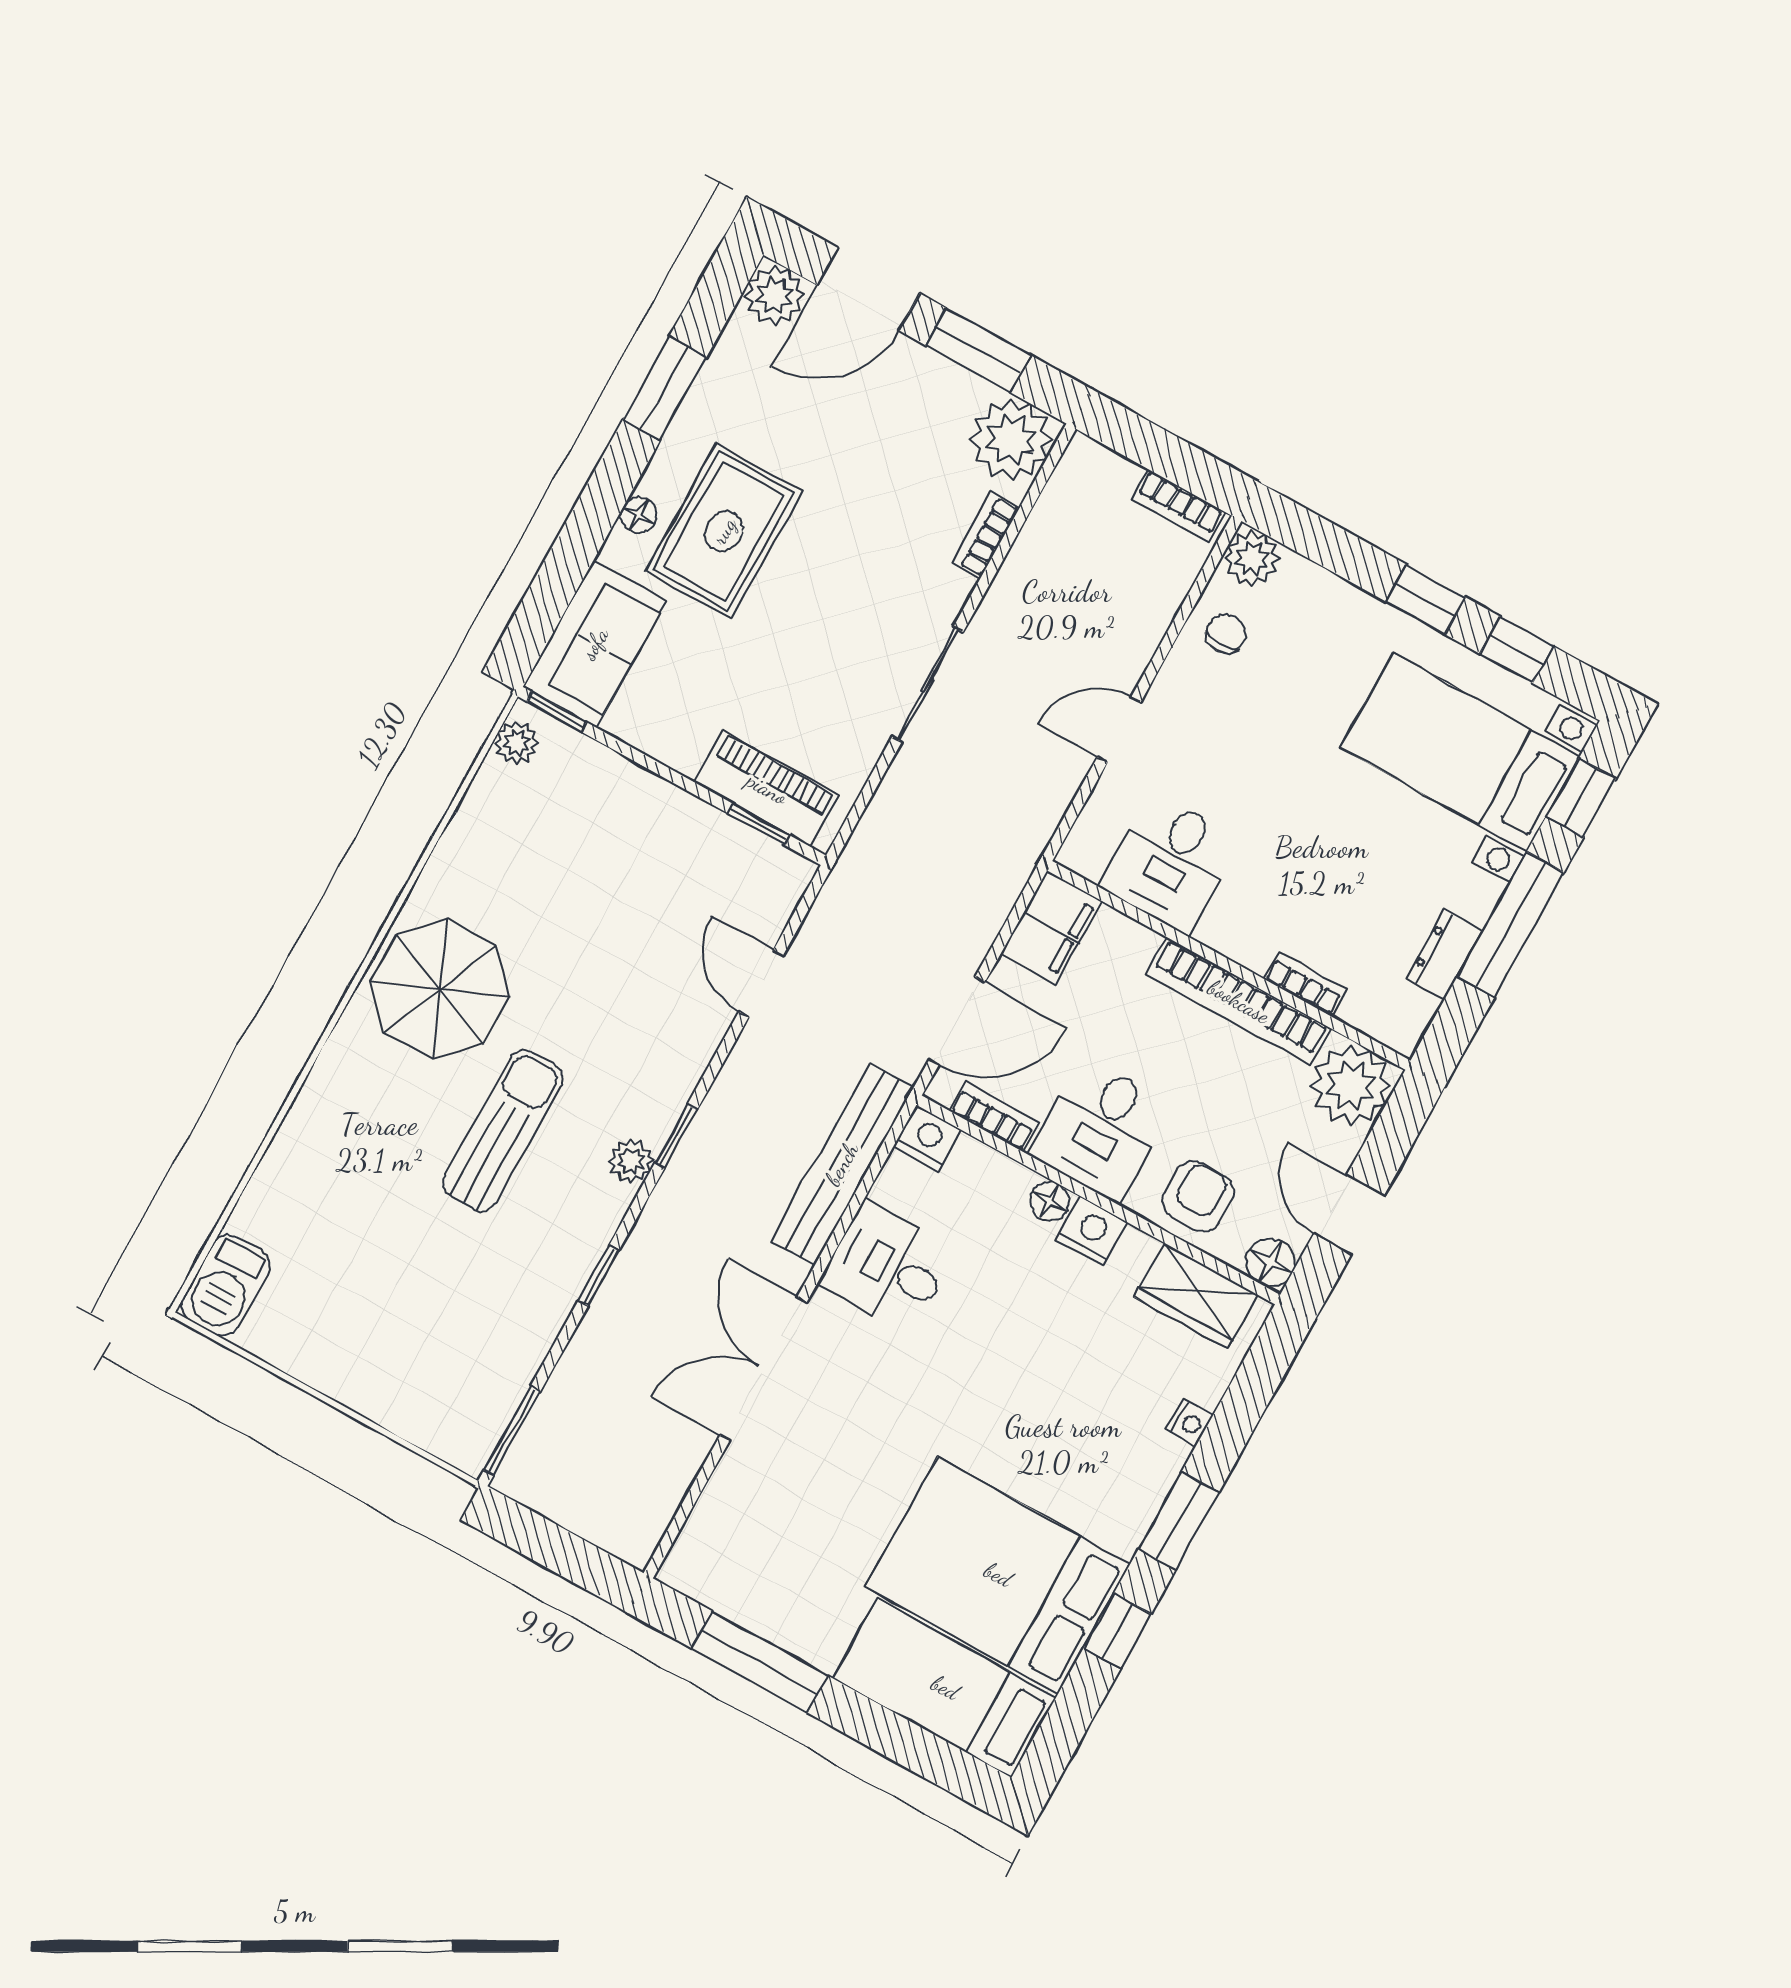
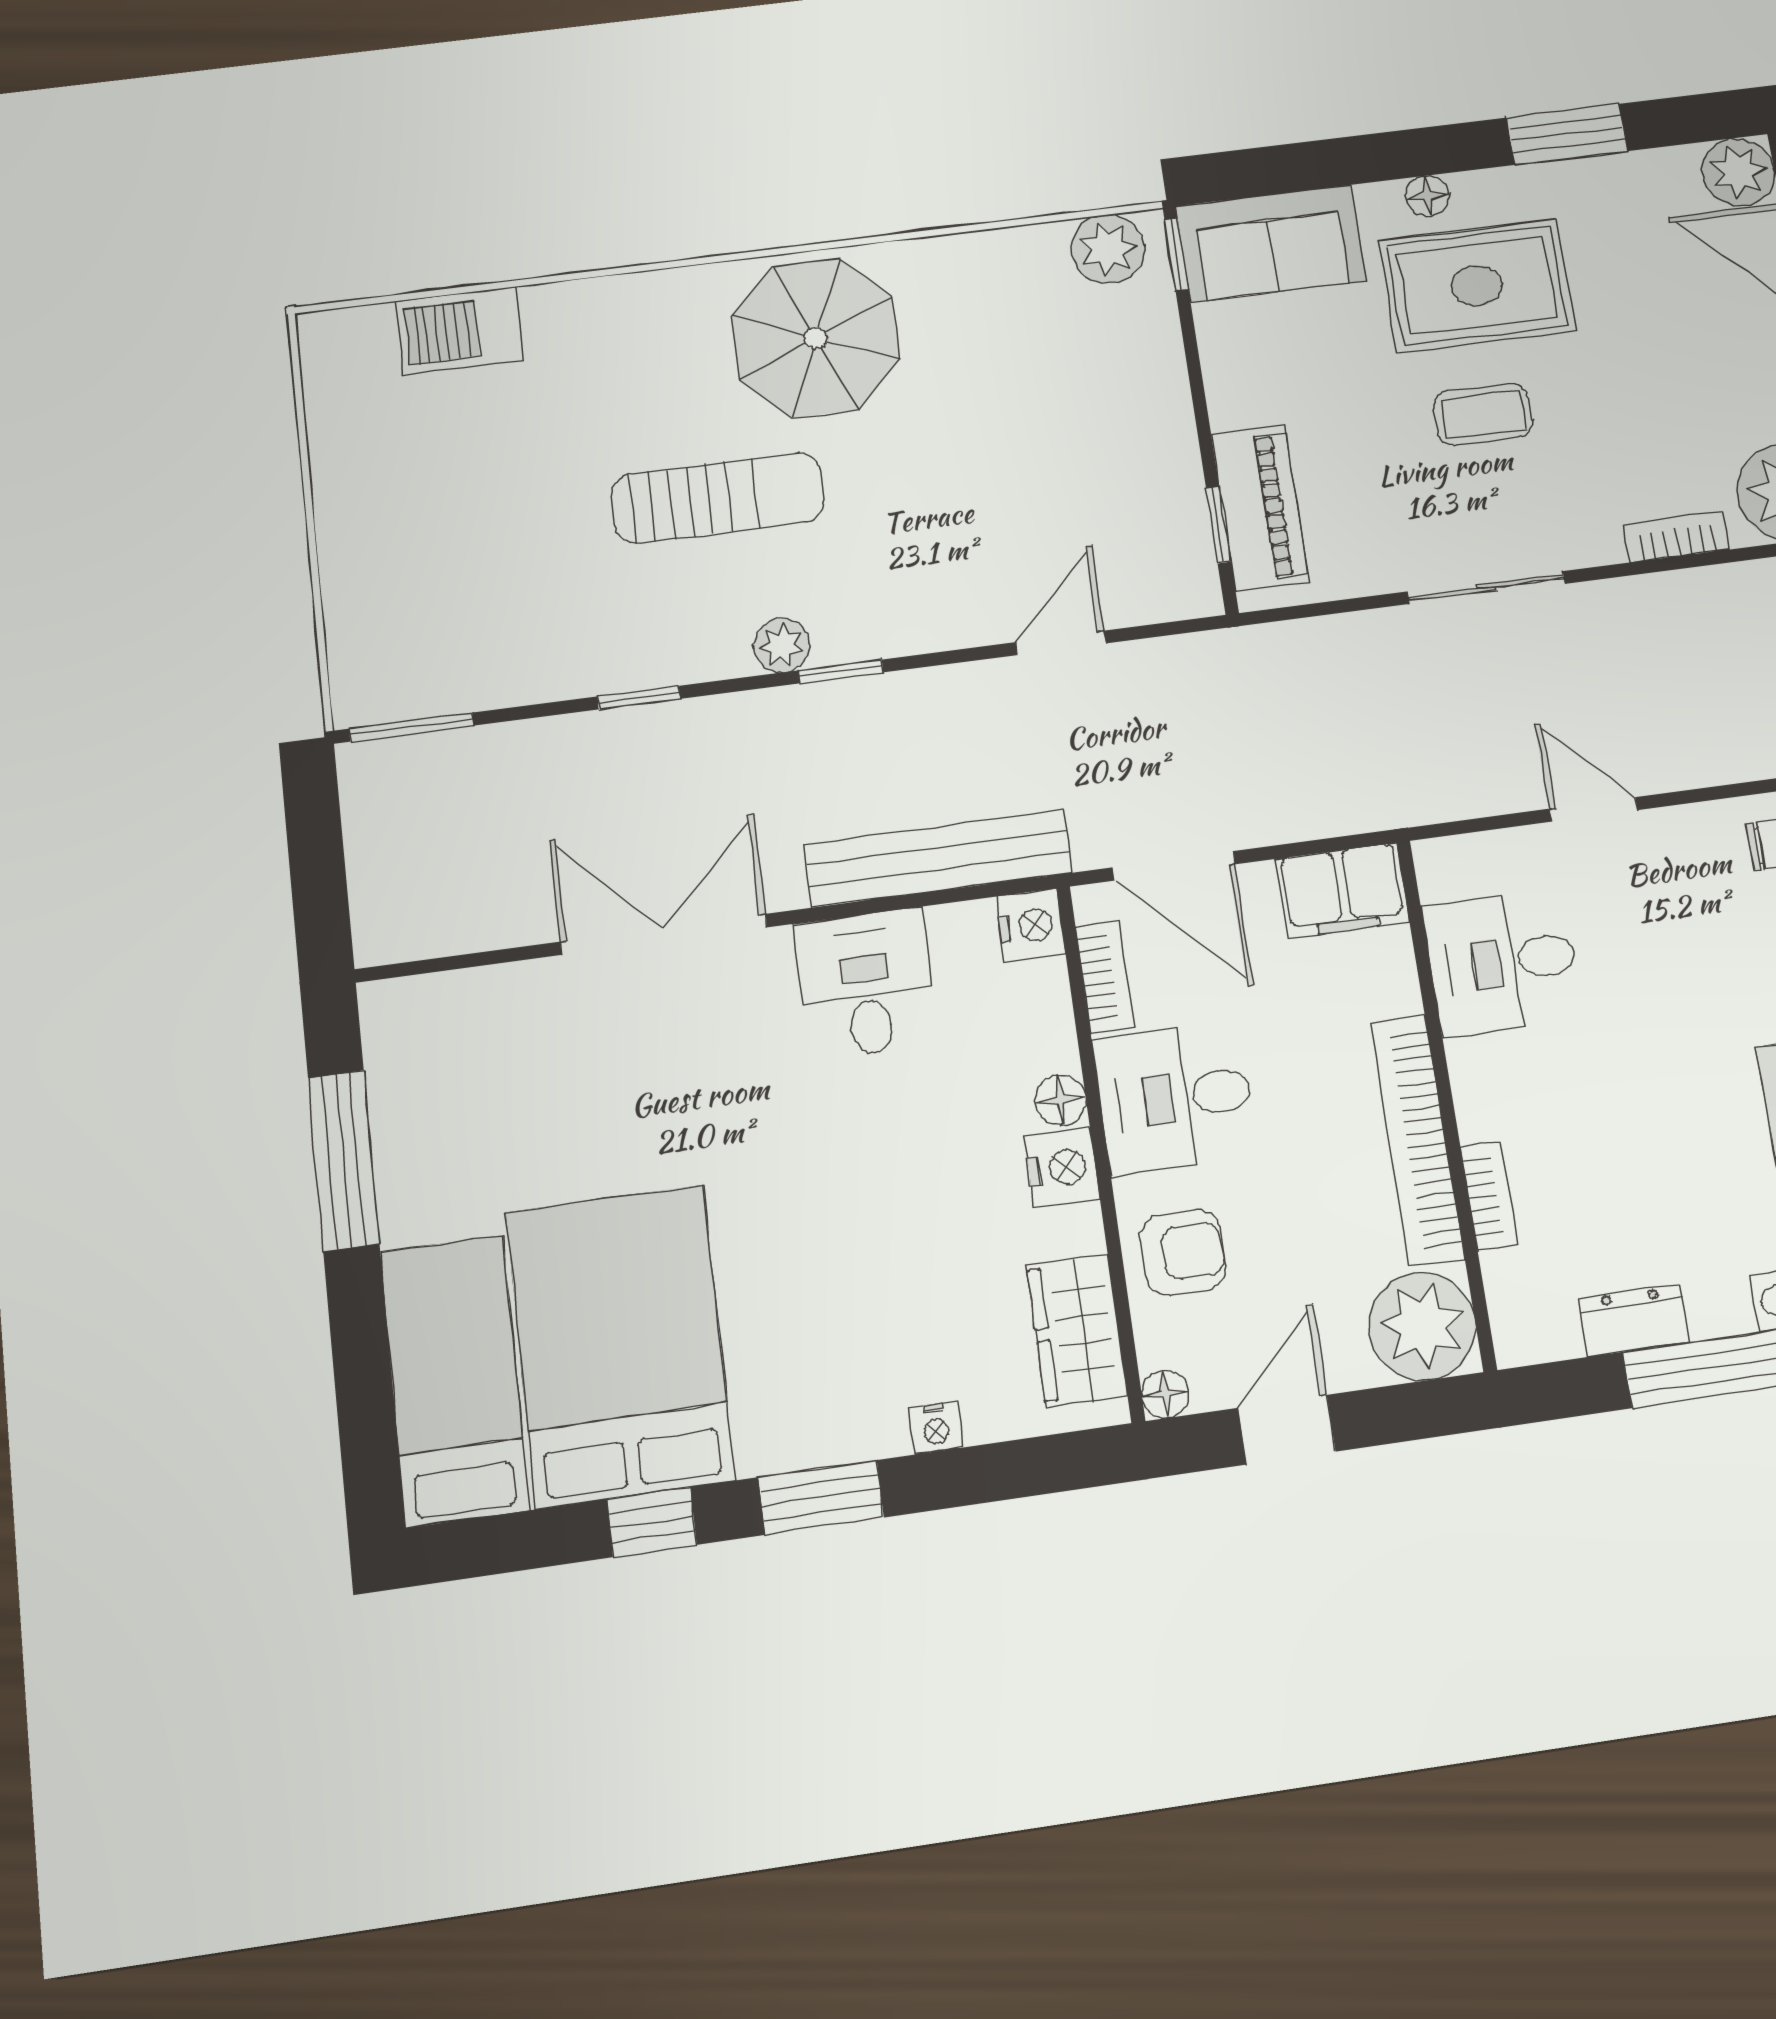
coffee table: (813, 596) -> (1483, 414), added
plant: (516, 743) -> (1108, 249), width x1.38, depth x1.38
floor lamp: (1271, 1262) -> (1165, 1394), width x0.73, depth x0.73
barbecue: (226, 1285) -> (460, 330), moved

